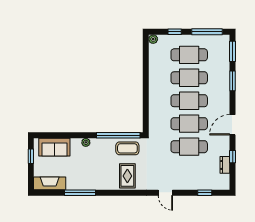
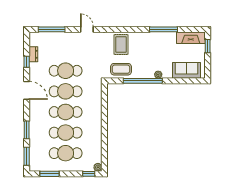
window: (175, 32) -> (89, 174), moved
window: (207, 32) -> (49, 174), width x0.69
door: (233, 125) -> (27, 90), hinge flipped
window: (118, 135) -> (143, 81), moved
window: (31, 156) -> (208, 46), moved
window: (205, 193) -> (52, 29), width x2.17

